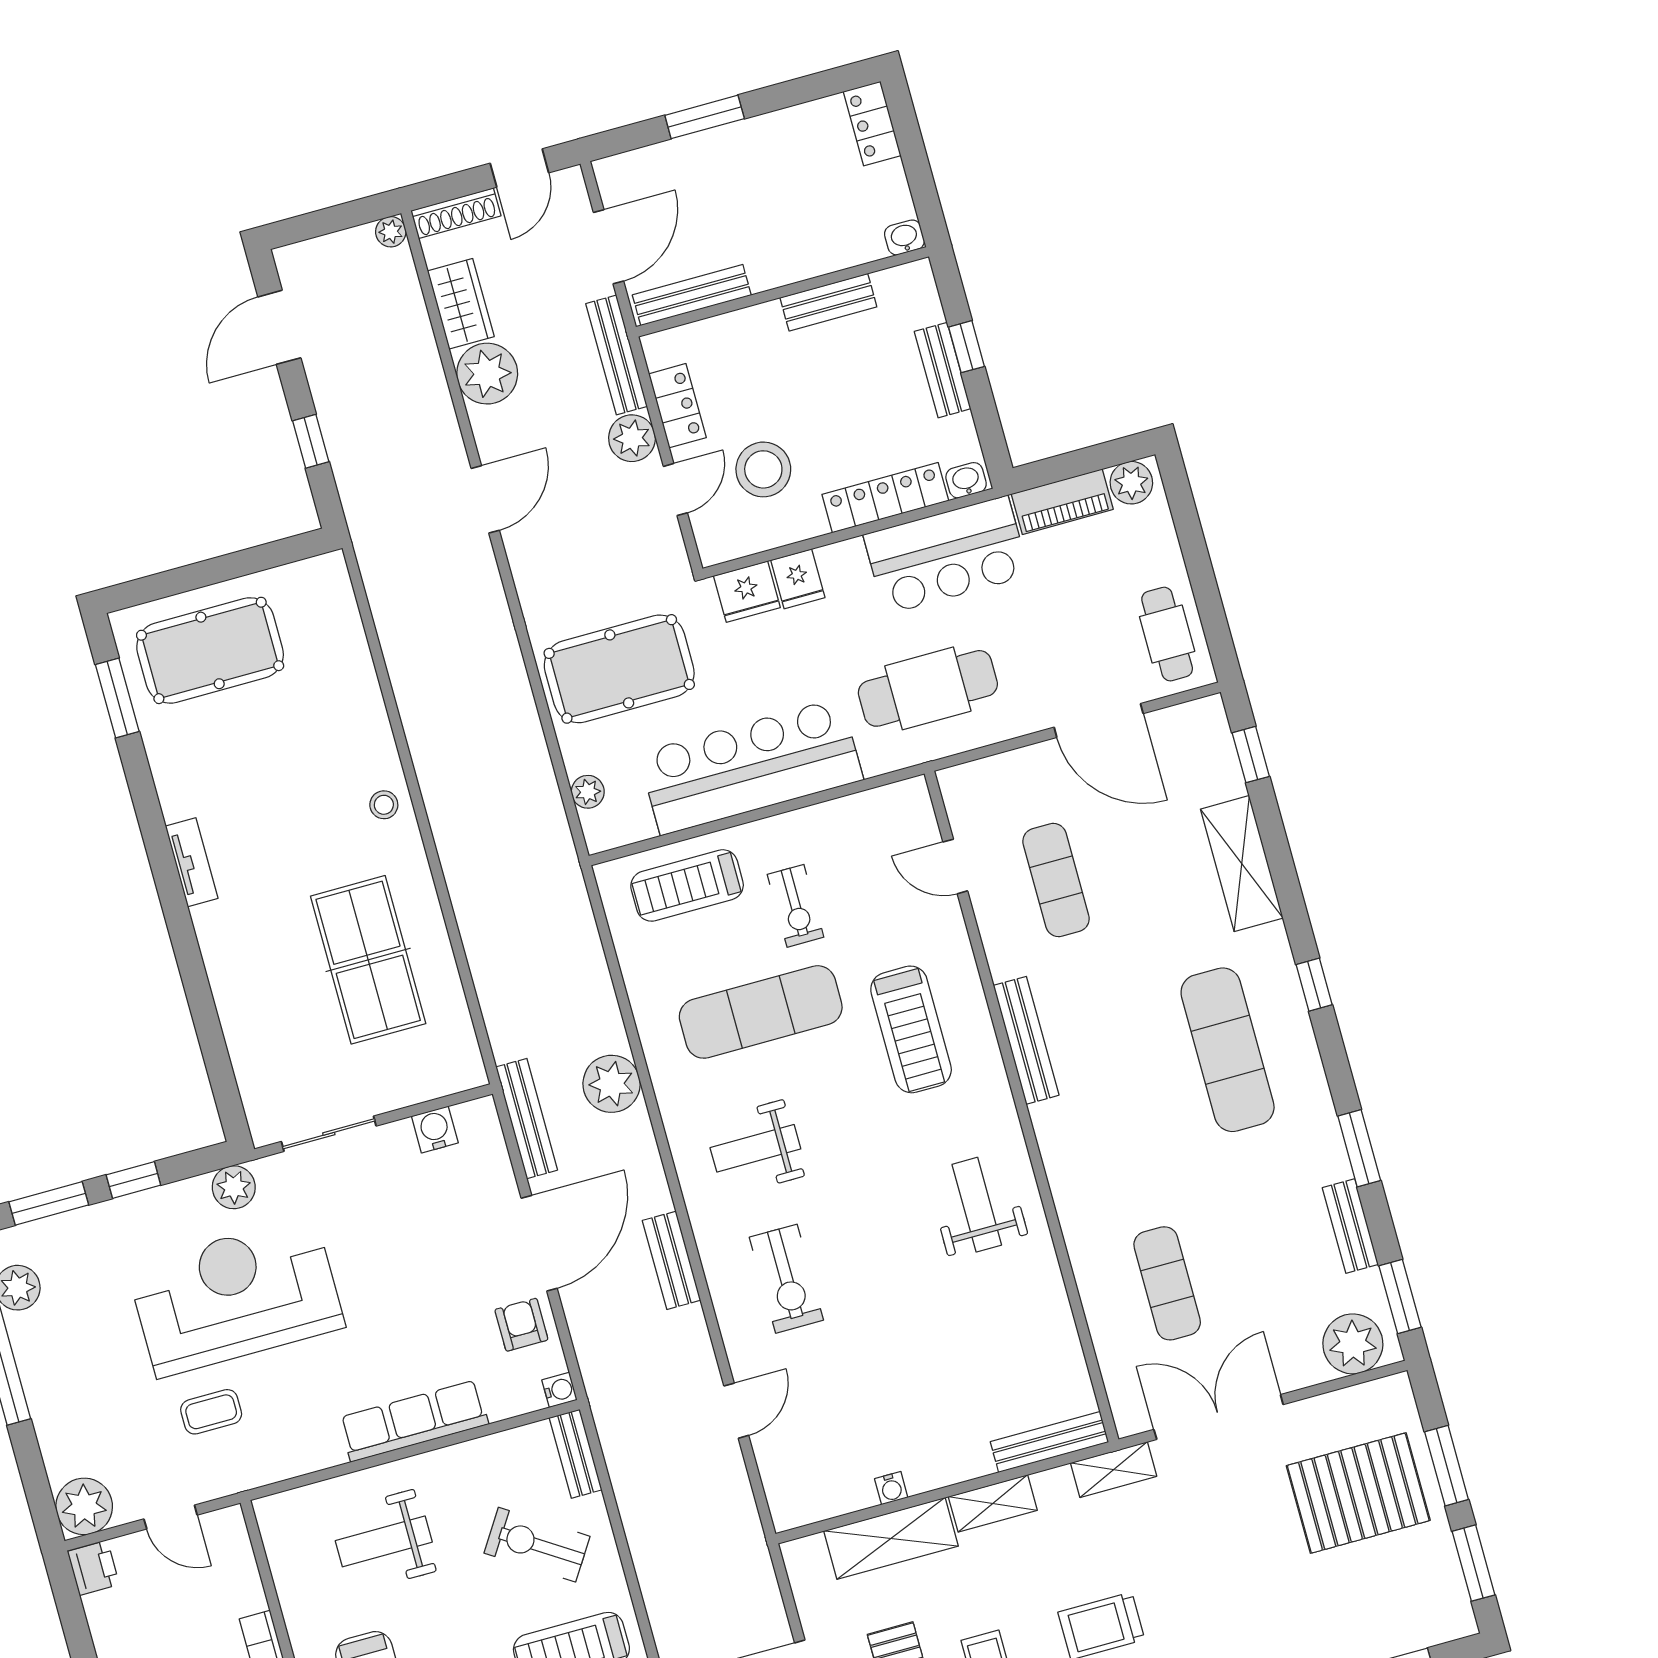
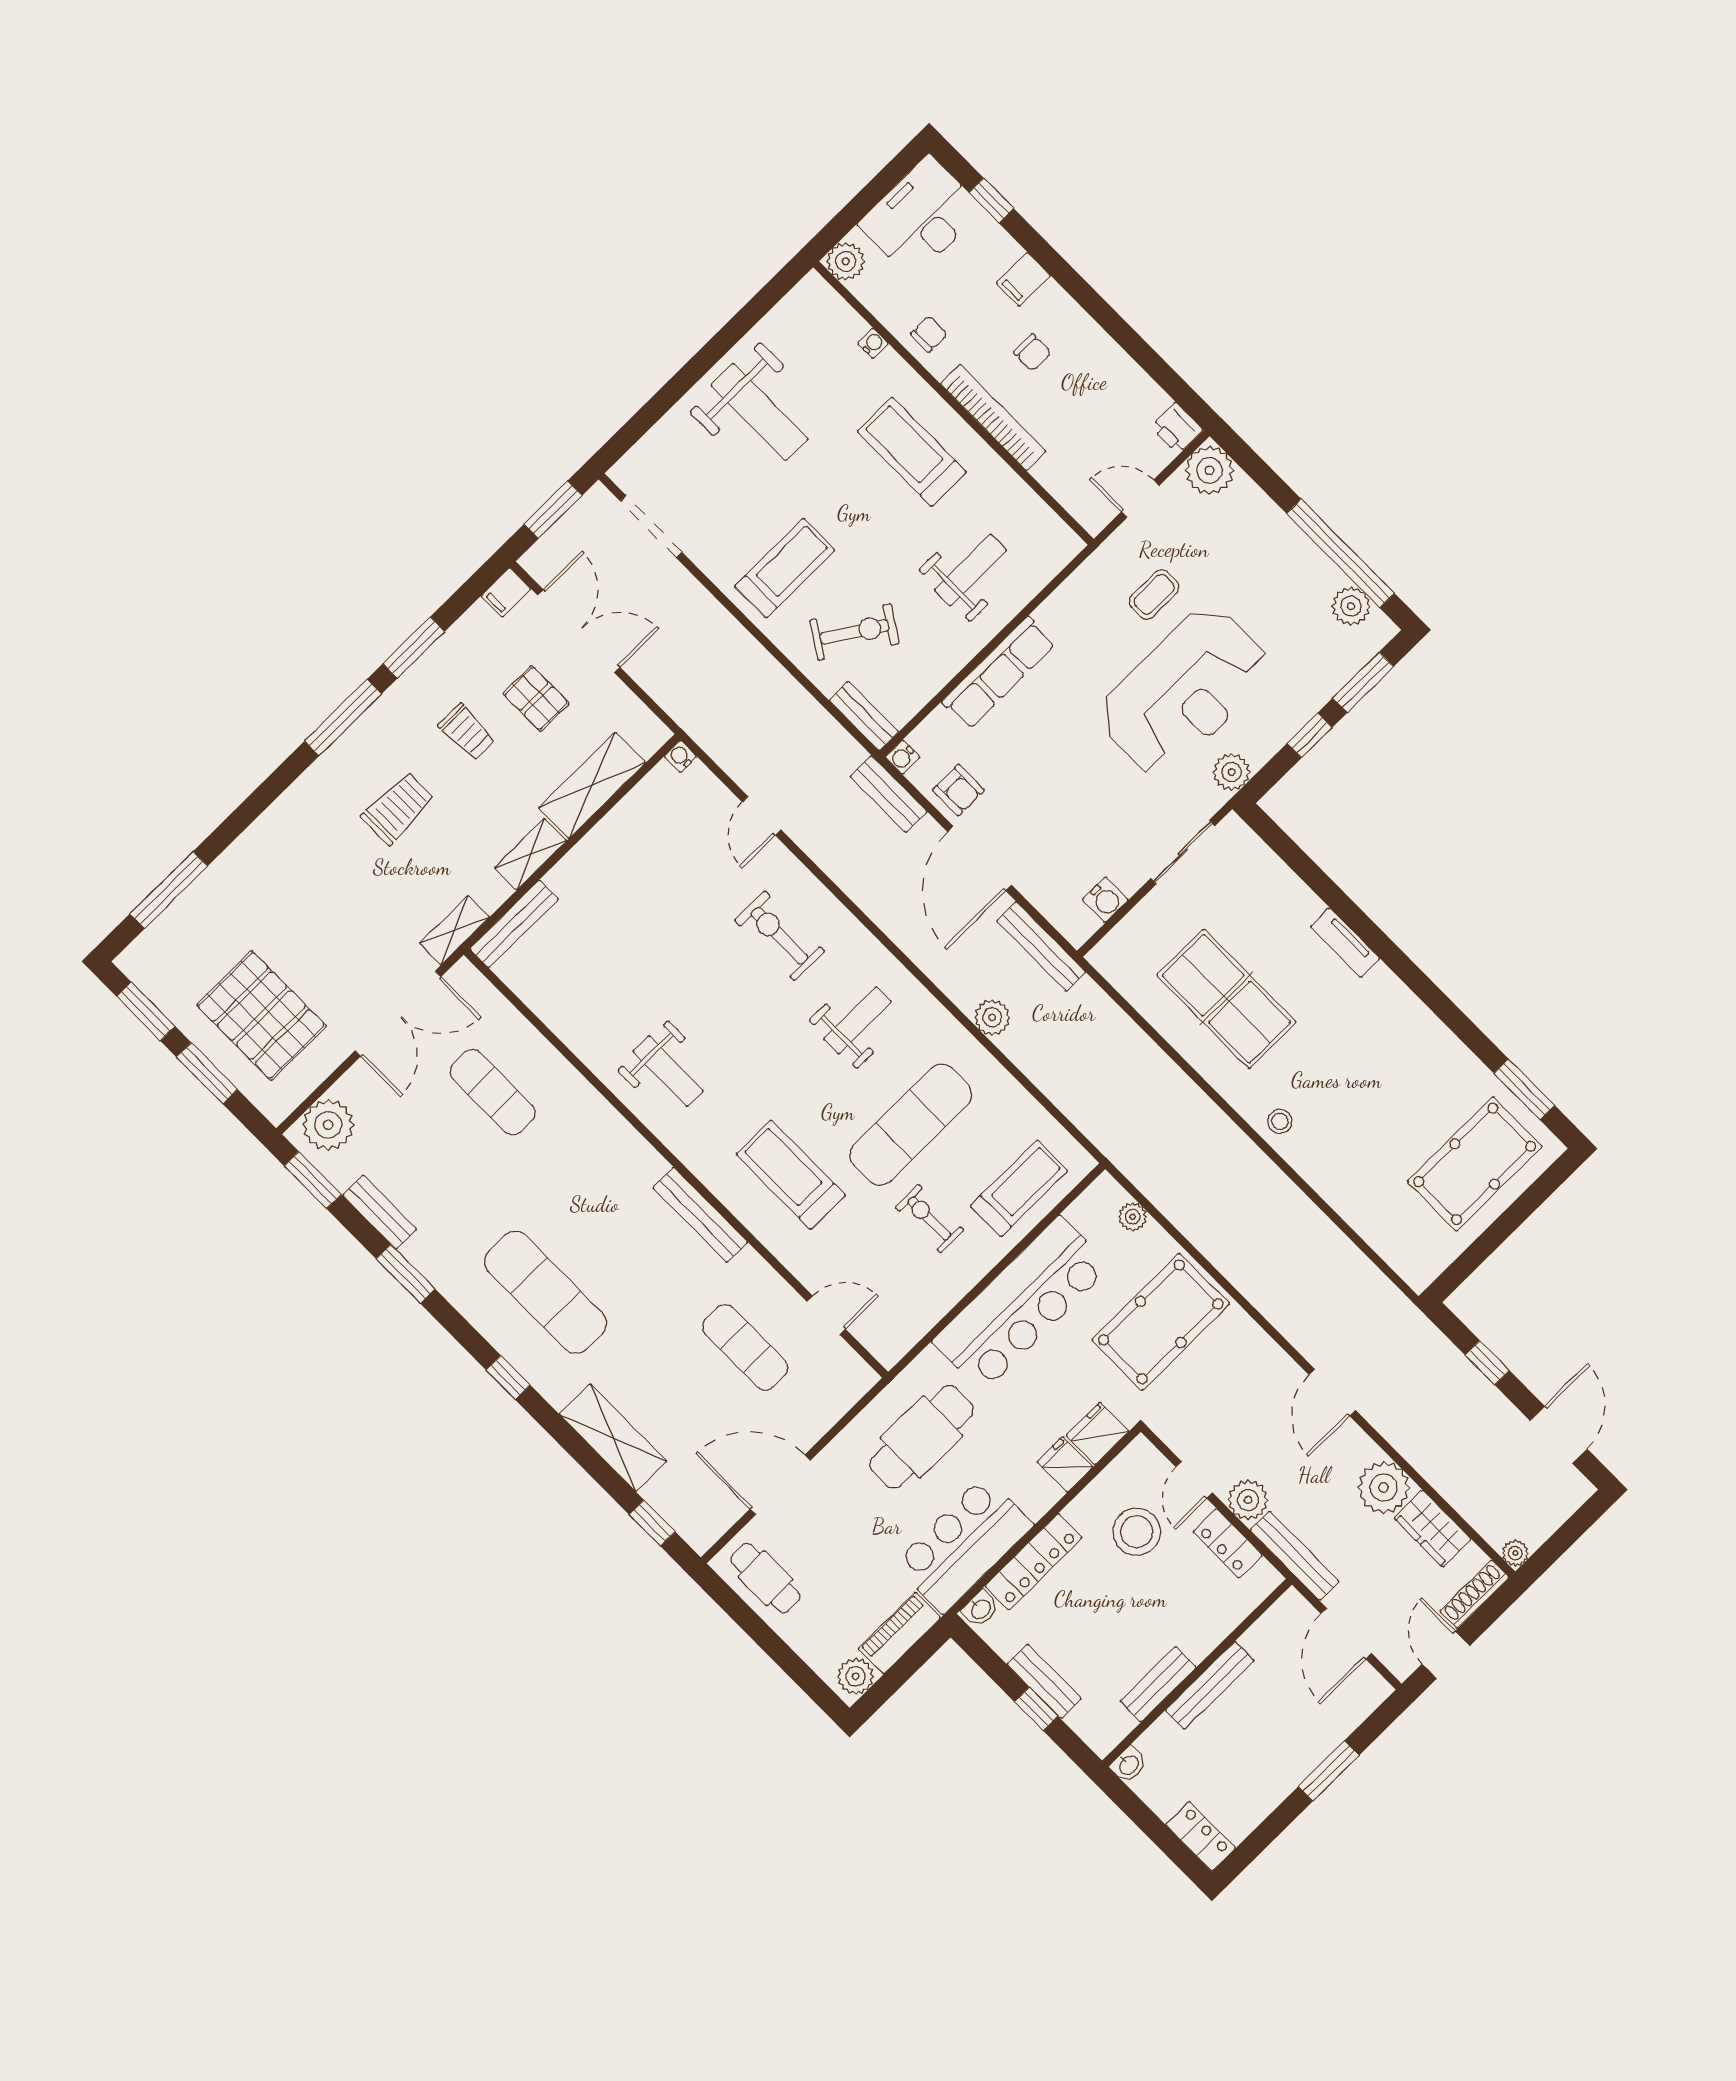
bench: (692, 295) -> (1210, 1685), moved
tv unit: (192, 862) -> (1345, 943), moved
plant: (612, 1084) -> (992, 1017), width x0.73, depth x0.73
bench: (671, 1260) -> (889, 794), moved
water cooler: (891, 1488) -> (680, 756), moved
pallet: (1358, 1493) -> (261, 1015), turned 90

